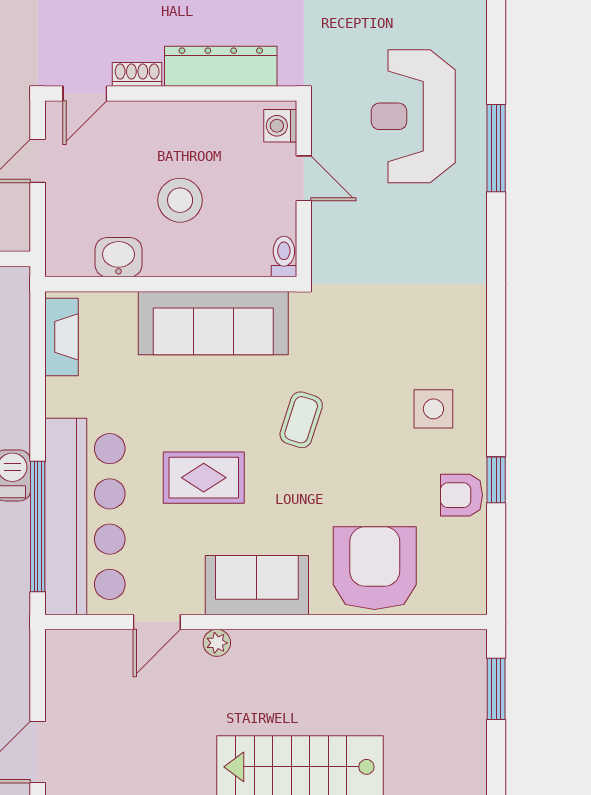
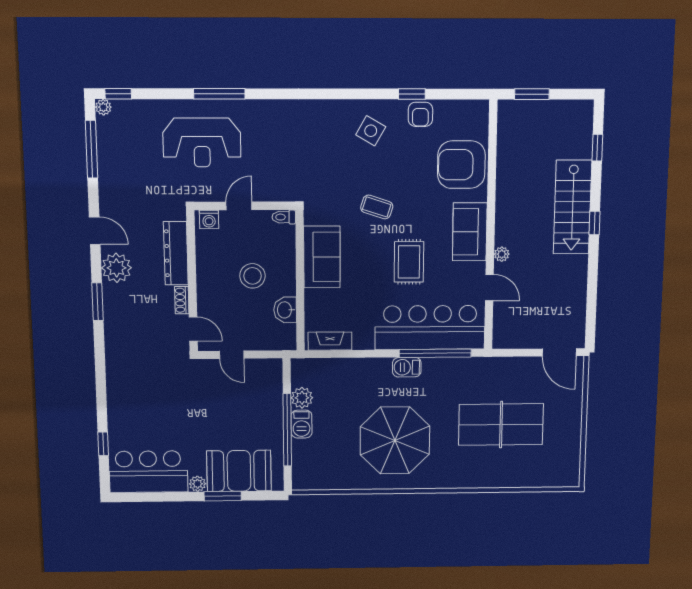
sofa: (213, 323) -> (322, 257), width x0.73
side table: (433, 409) -> (371, 131), turned 30

